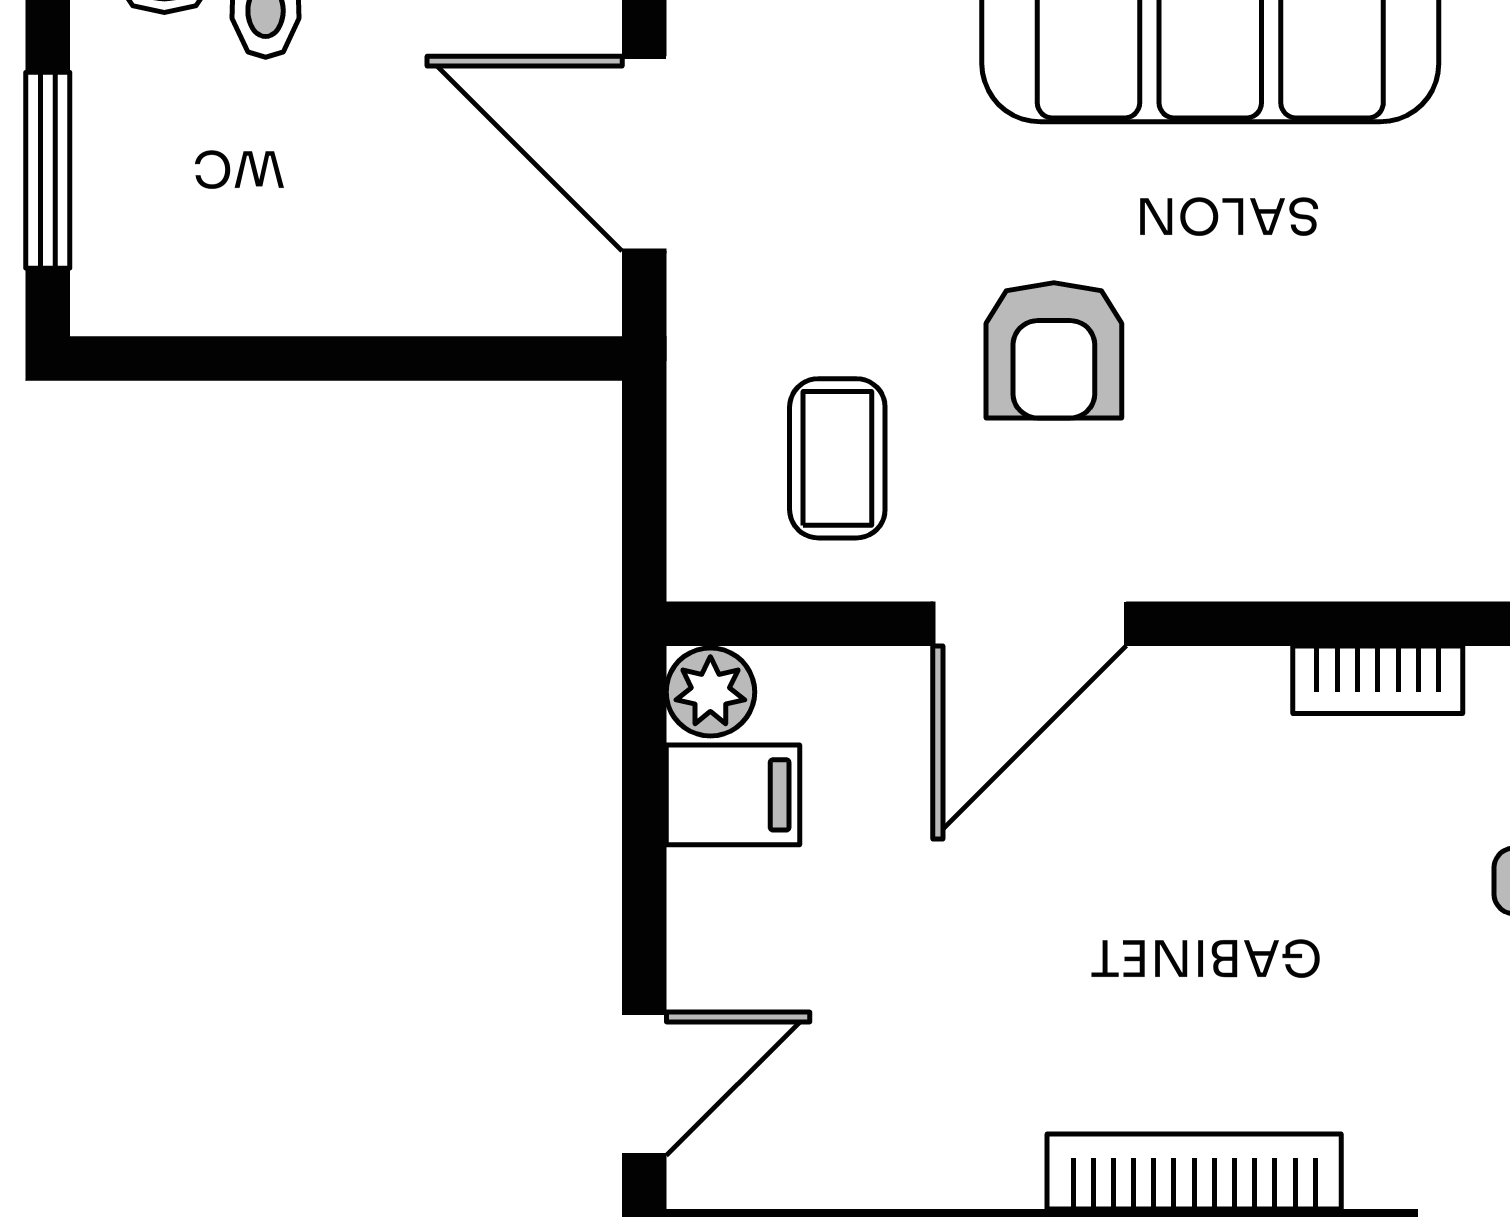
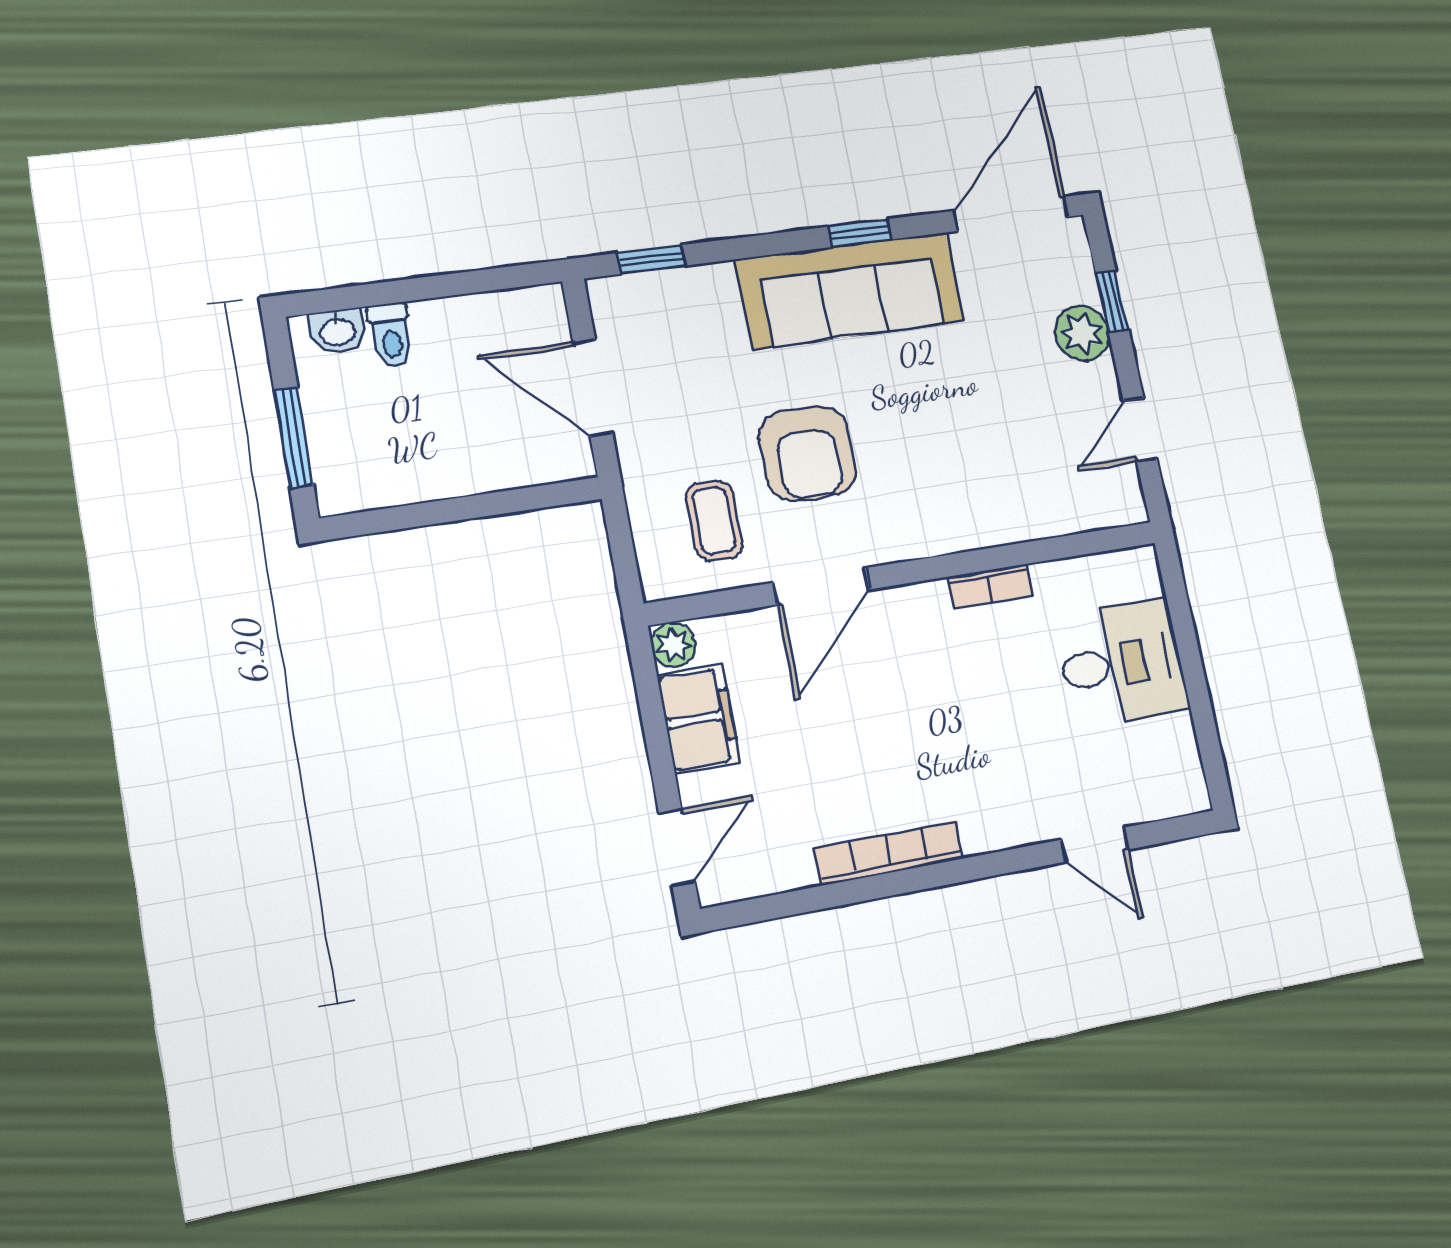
armchair: (1054, 350) -> (807, 453), width x1.38, depth x1.38
filing cabinet: (733, 795) -> (699, 719), width x2.00
bookcase: (1194, 1172) -> (889, 853), moved

